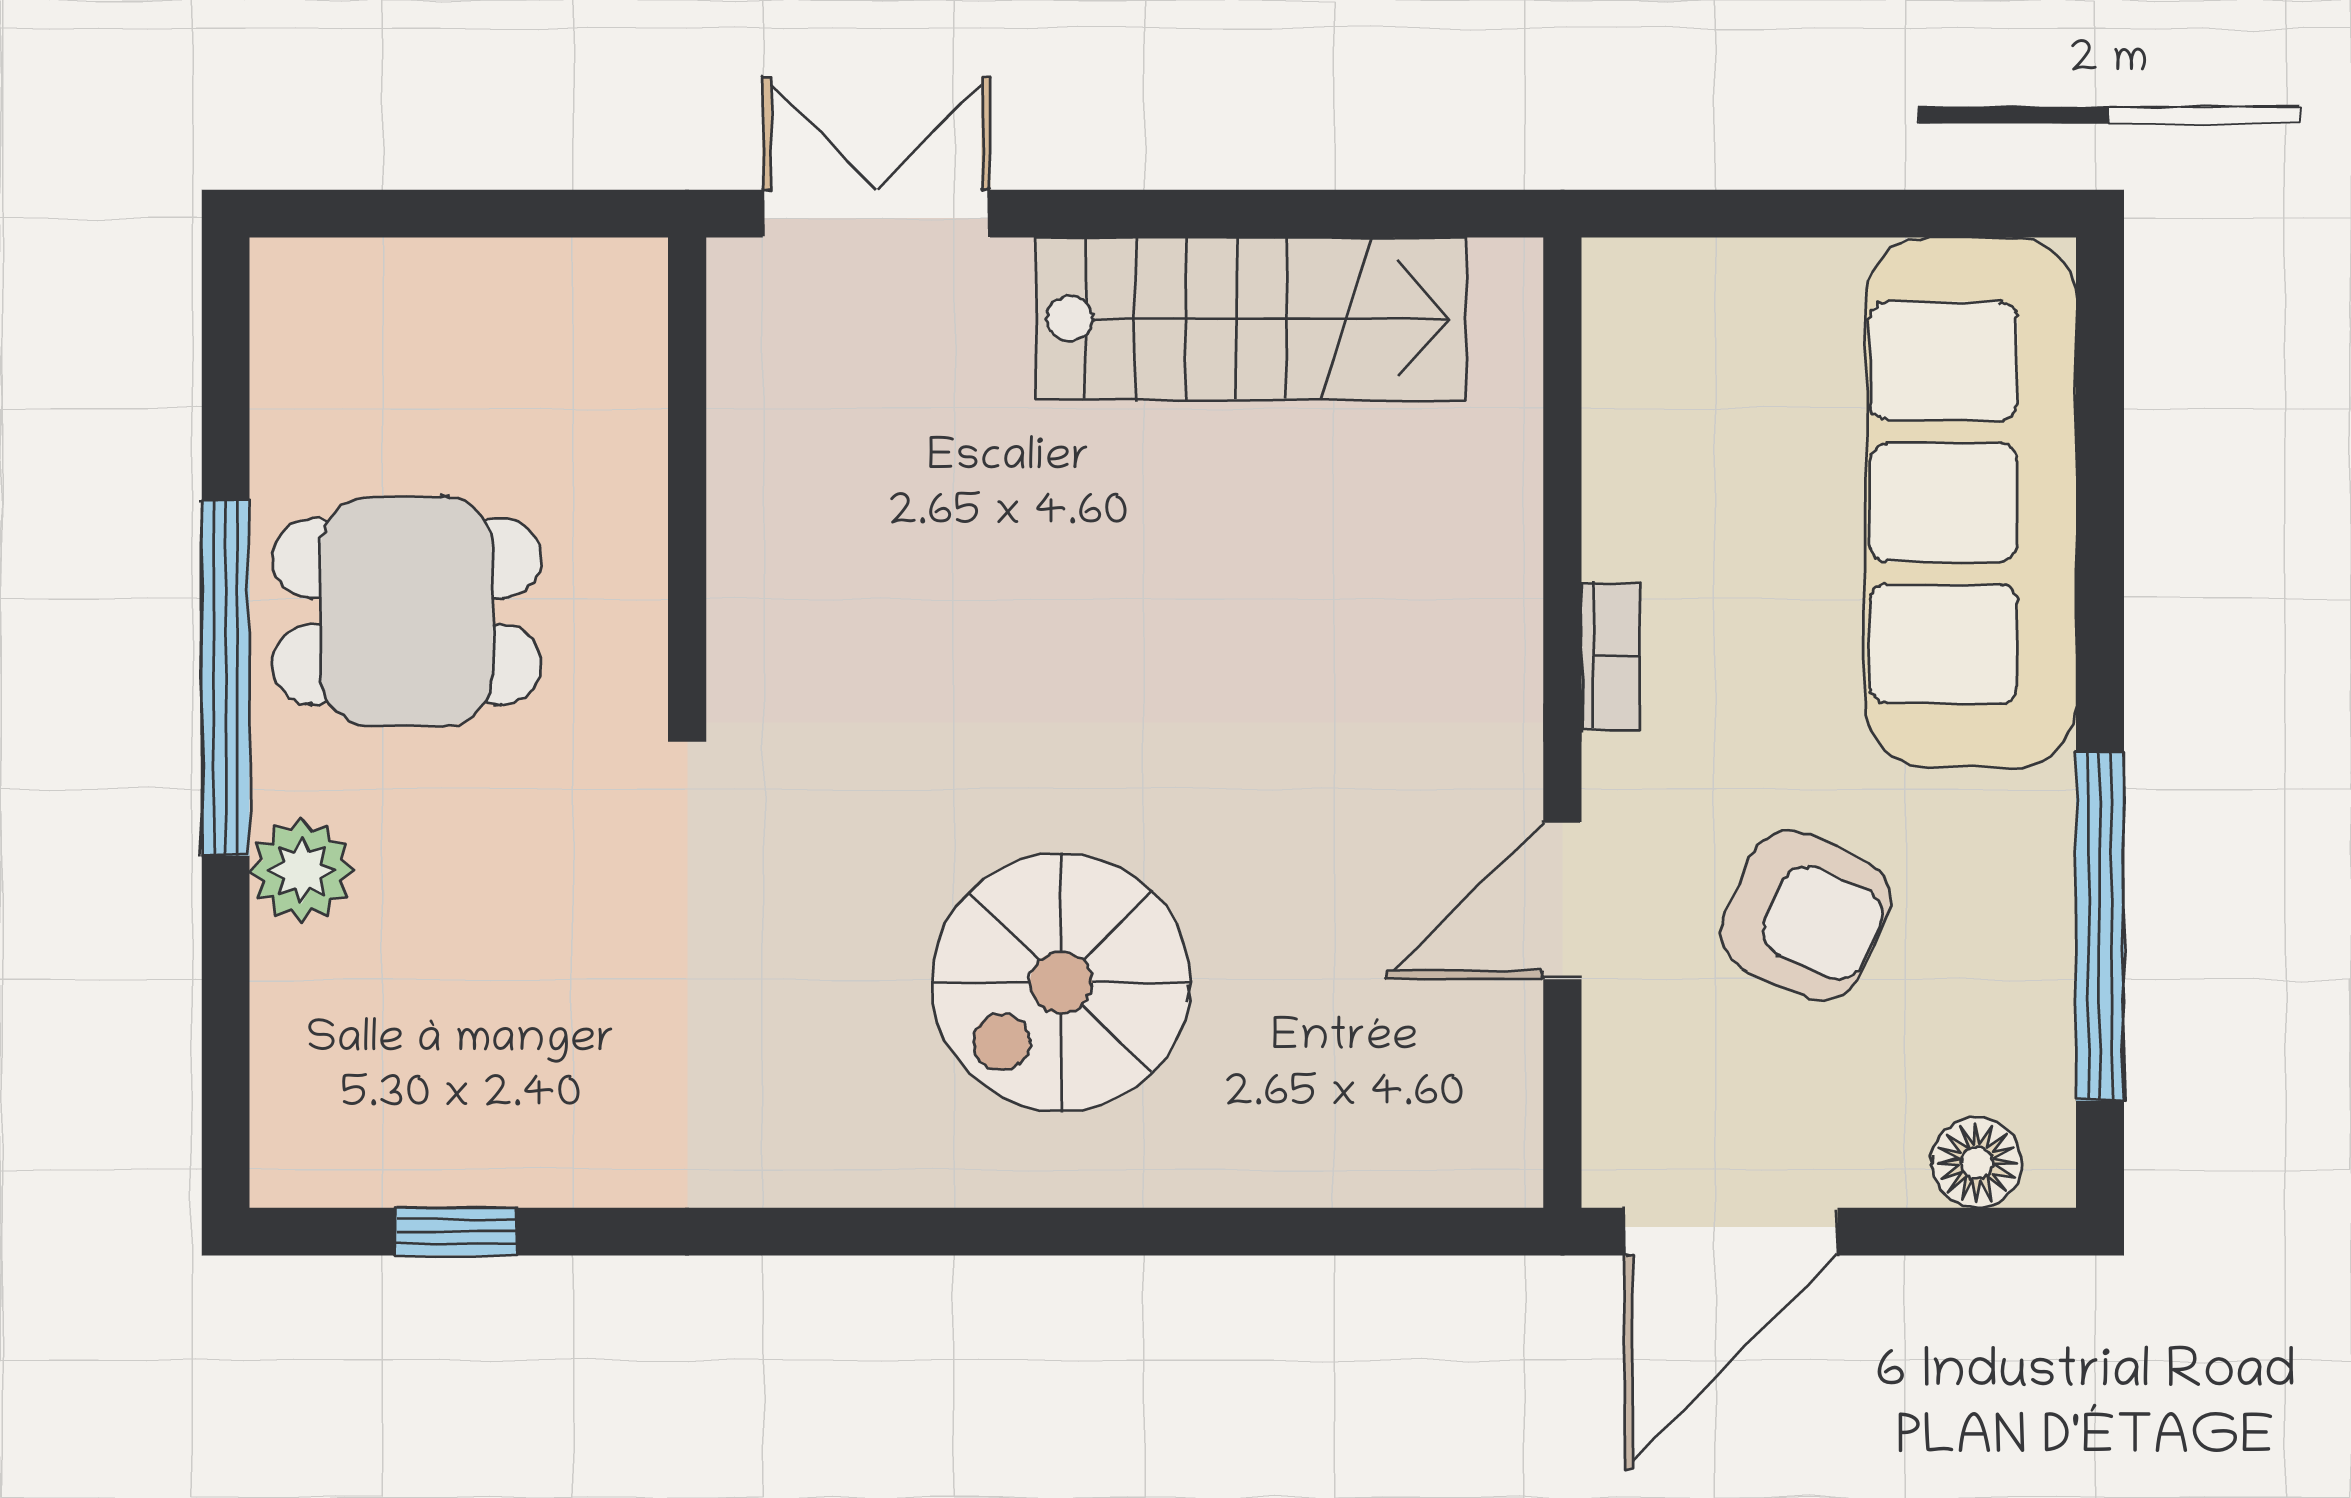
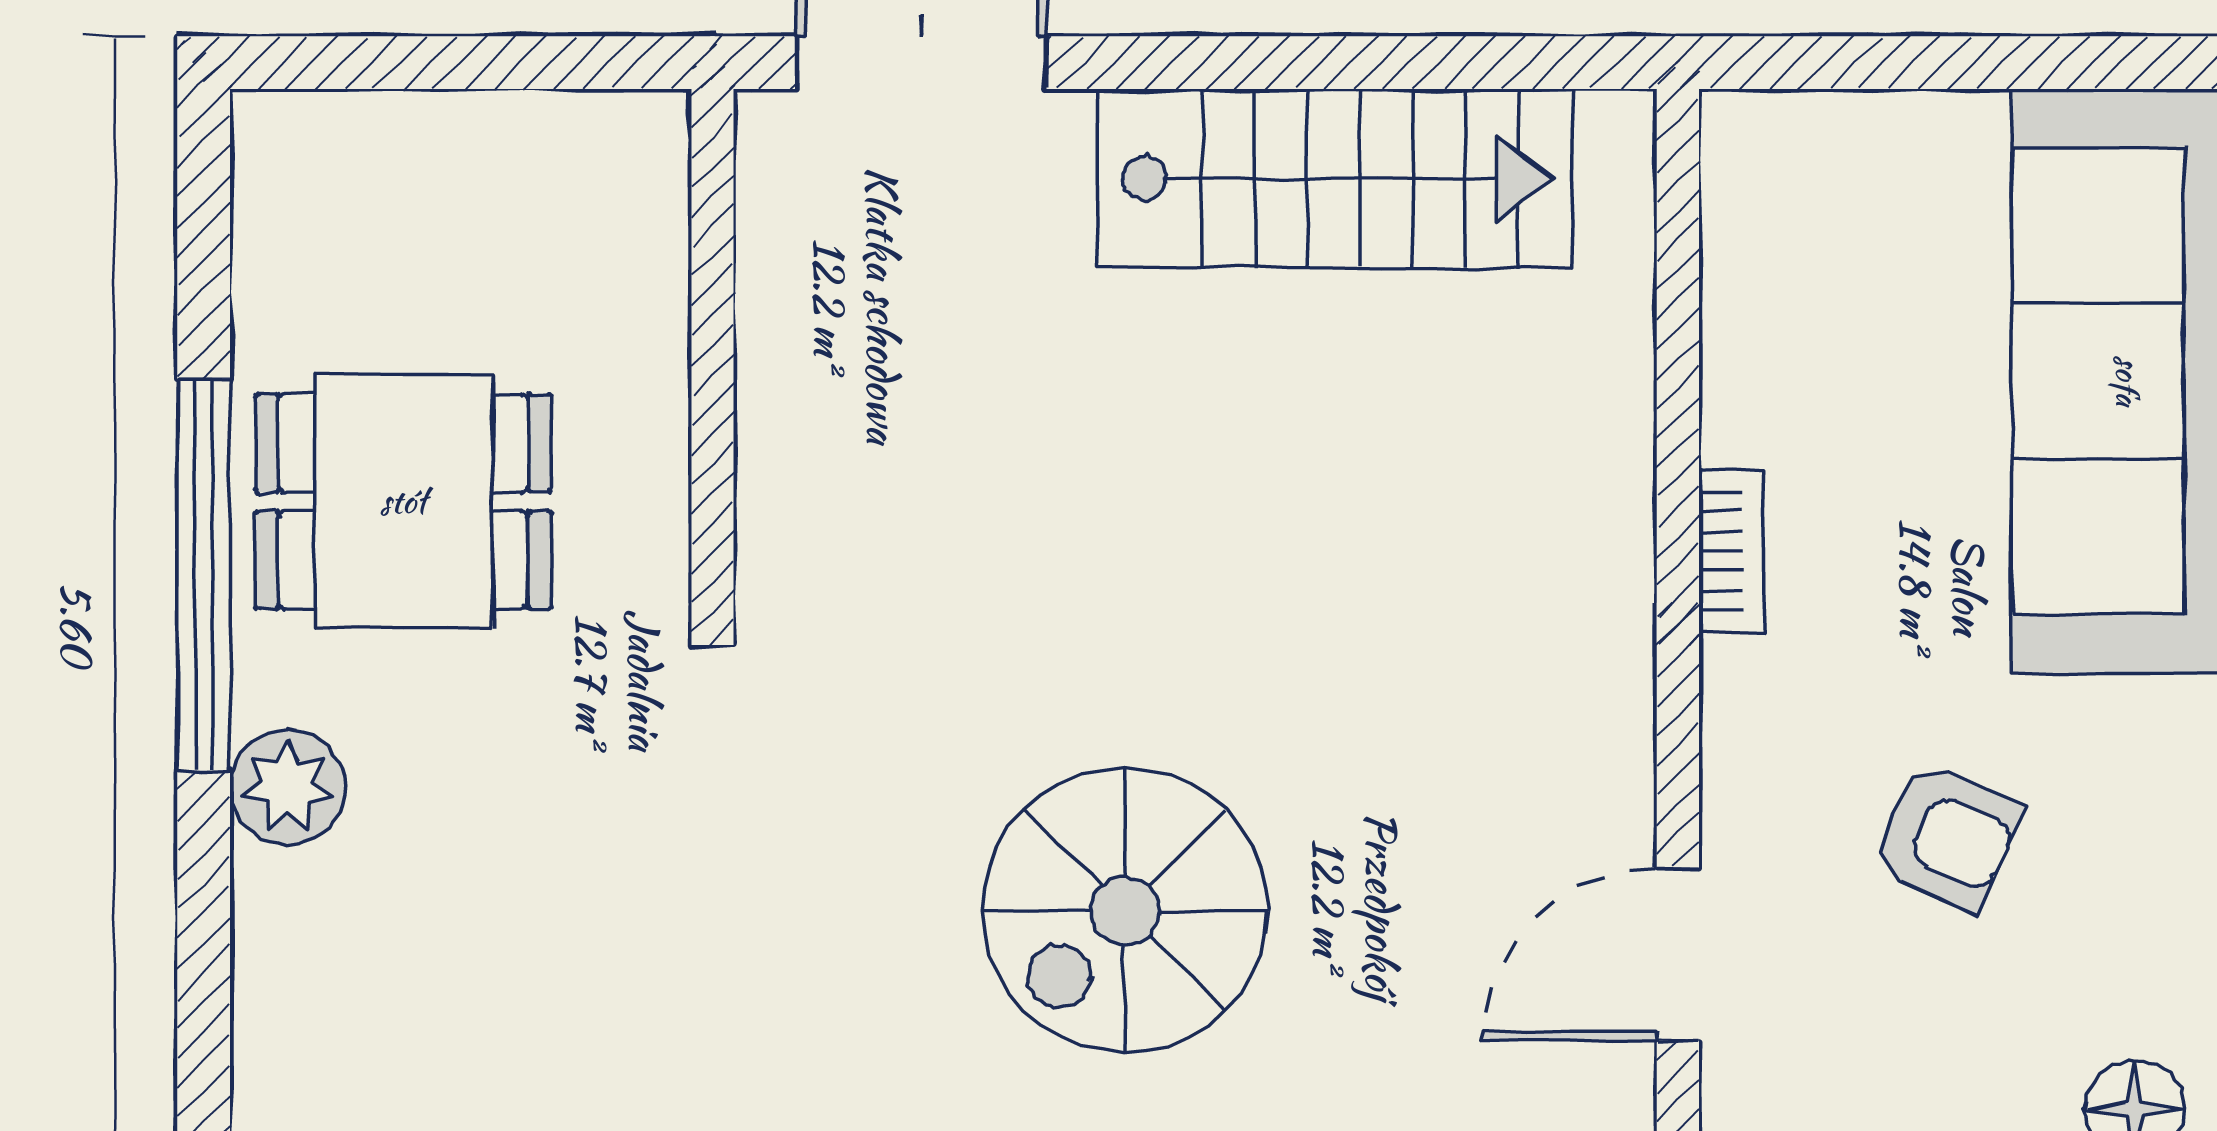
door: (1562, 901) -> (1678, 954), moved
armchair: (1806, 915) -> (1946, 837), width x0.72, depth x0.72

